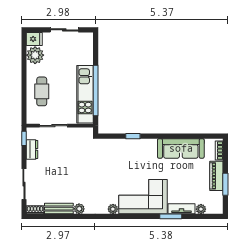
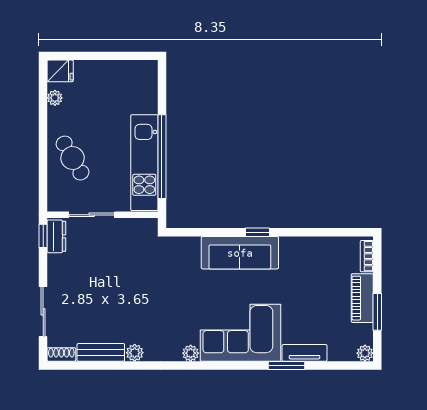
sliding door: (64, 30) -> (110, 56), removed
plant: (35, 55) -> (55, 98), width x0.53, depth x0.53
cafe table: (42, 91) -> (72, 158), turned -30
window: (133, 136) -> (257, 232), moved
sofa: (181, 148) -> (240, 253), moved
dresser: (32, 149) -> (56, 236), moved
plant: (201, 209) -> (365, 353), moved

